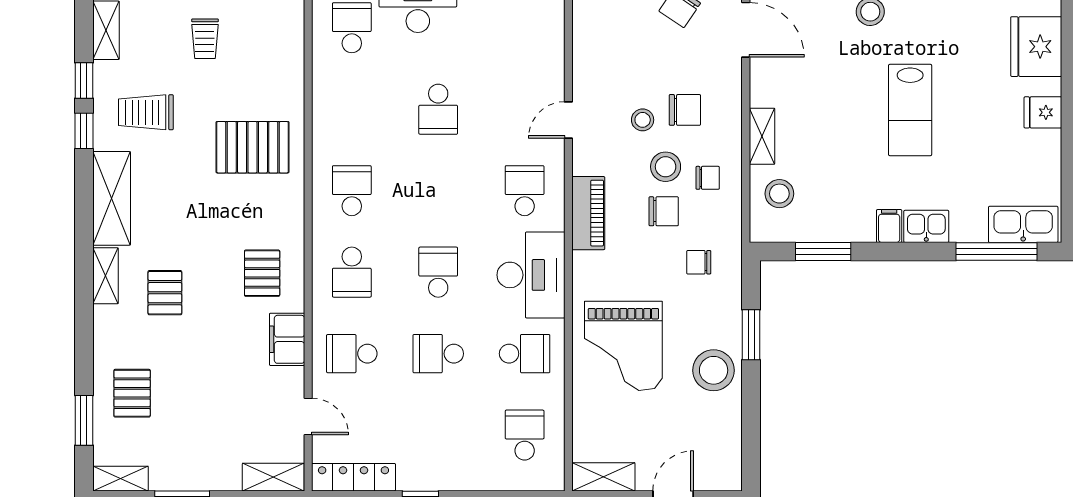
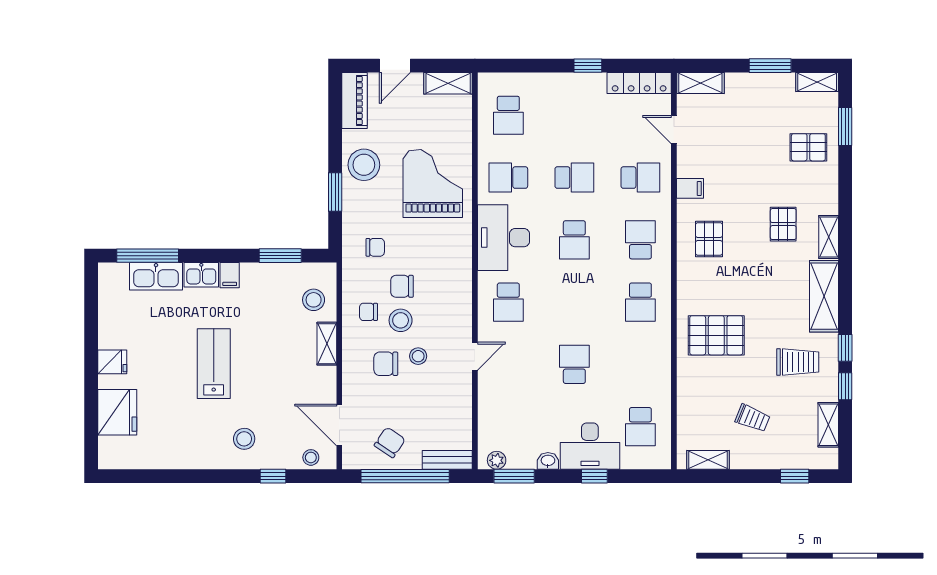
trolley: (205, 39) -> (753, 418), turned 112
piano: (588, 213) -> (355, 101), moved, turned 180
kitchen sink: (1023, 224) -> (156, 276), moved
filing cabinet: (287, 339) -> (690, 188), width x0.50
pallet: (132, 393) -> (808, 147), turned 90

